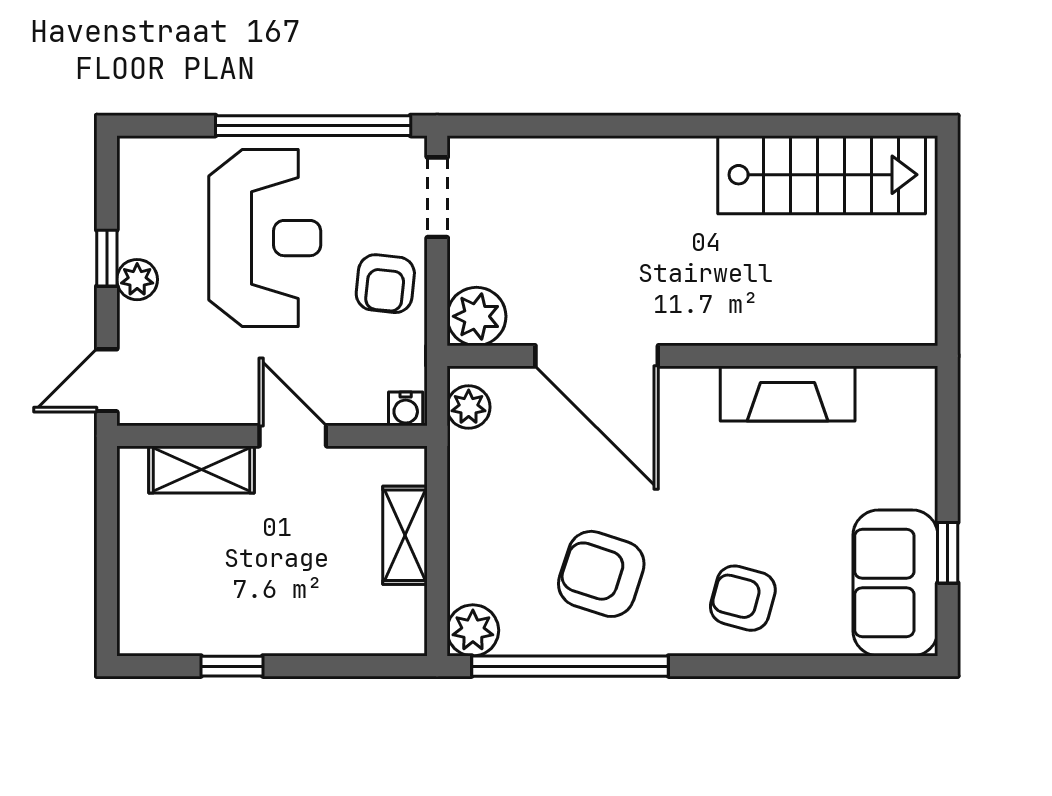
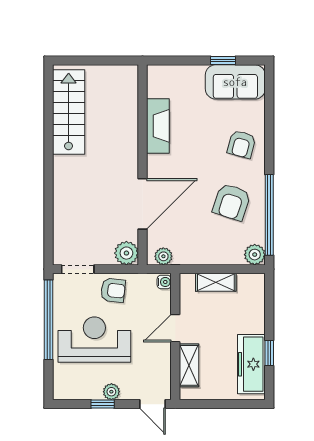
freezer: (205, 622) -> (251, 364), added

